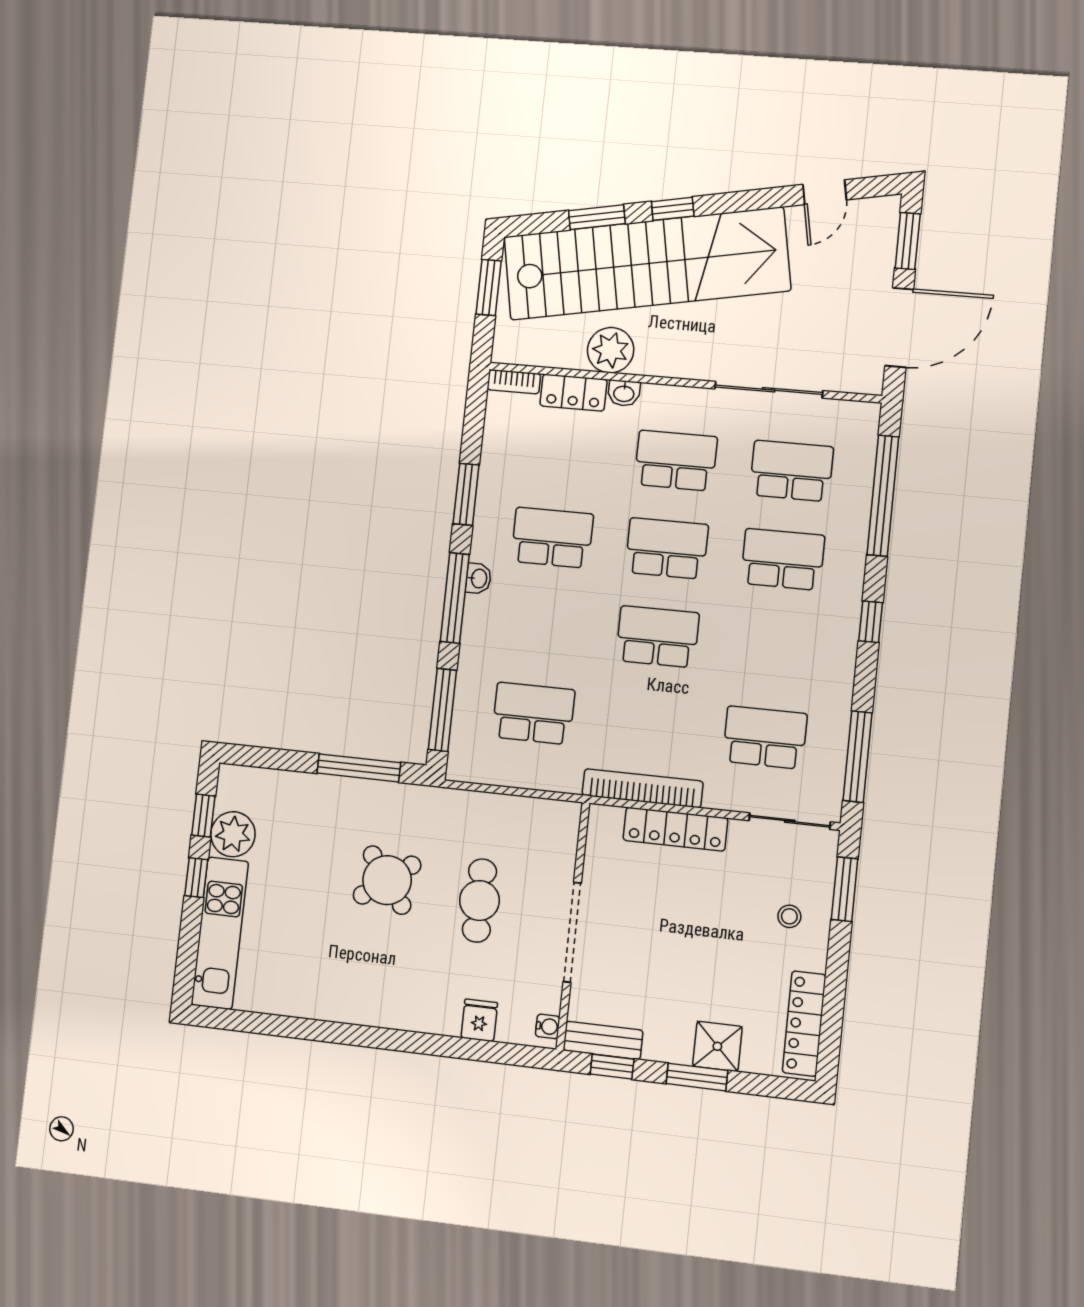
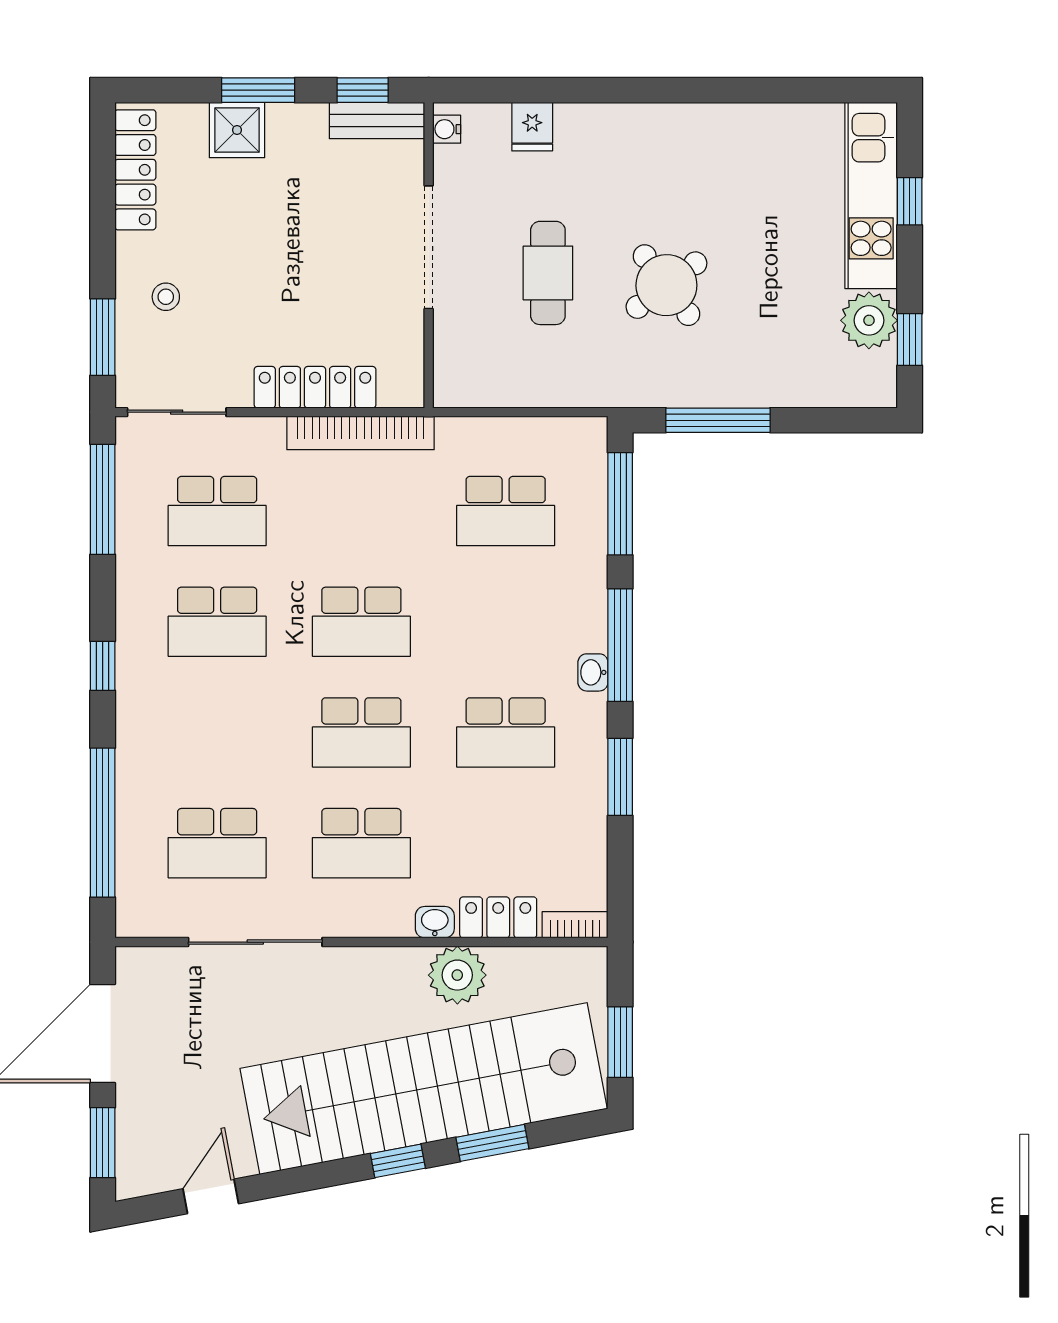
school desk: (783, 559) -> (217, 622), moved
window: (196, 878) -> (910, 201), moved

